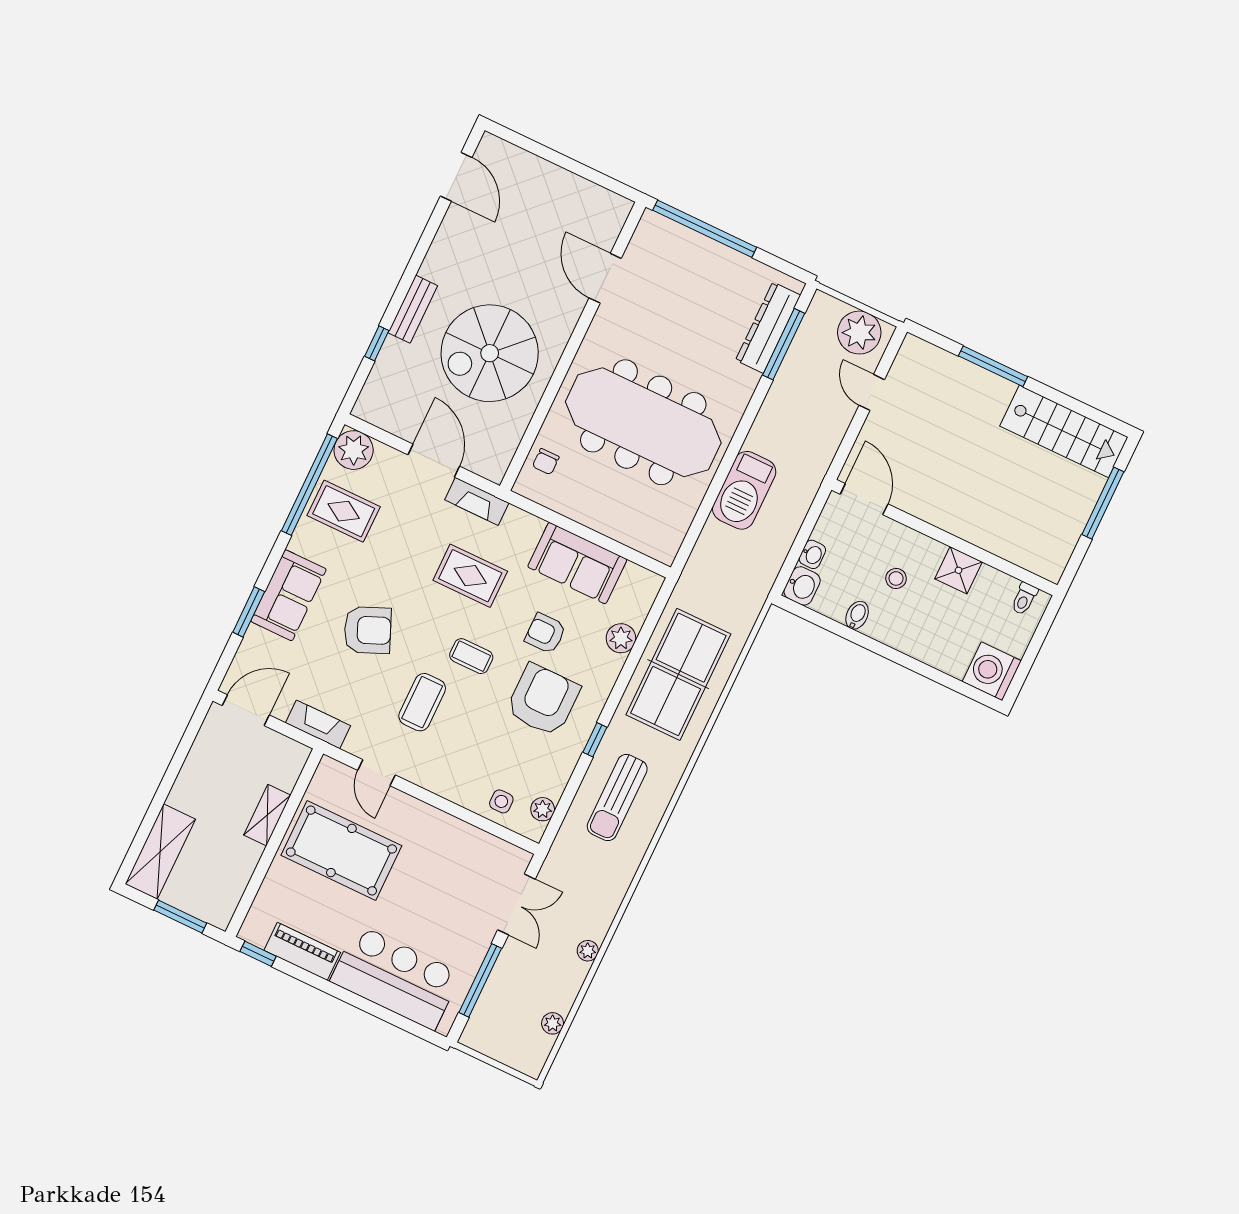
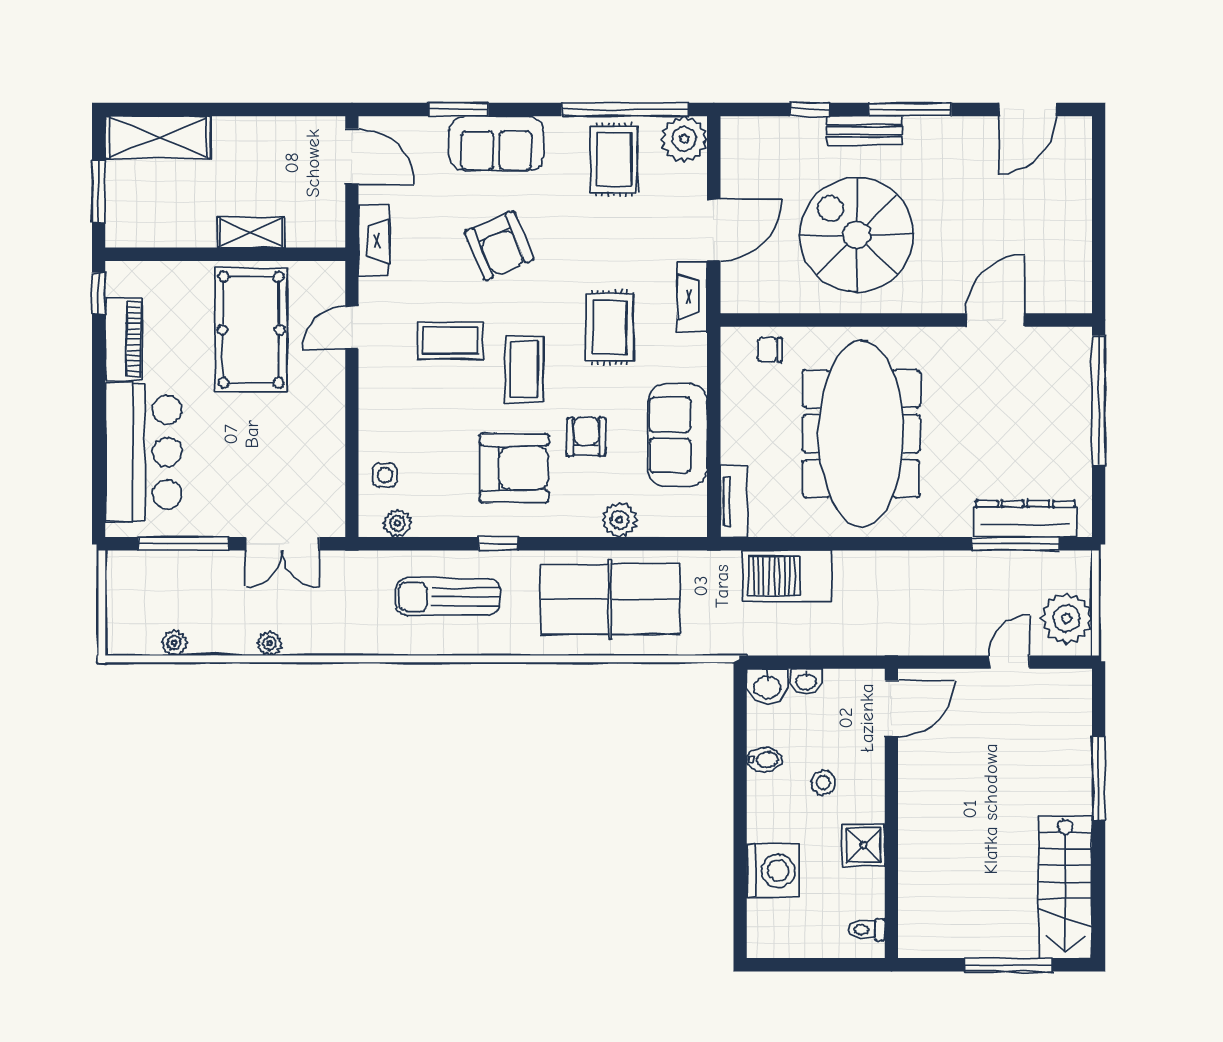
window: (413, 267) -> (910, 109), added
barbecue: (744, 490) -> (787, 576), moved
tv unit: (649, 544) -> (734, 502), added
coffee table: (471, 656) -> (524, 369), width x1.36, depth x1.30
washing machine: (992, 671) -> (773, 871), moved, turned 90

